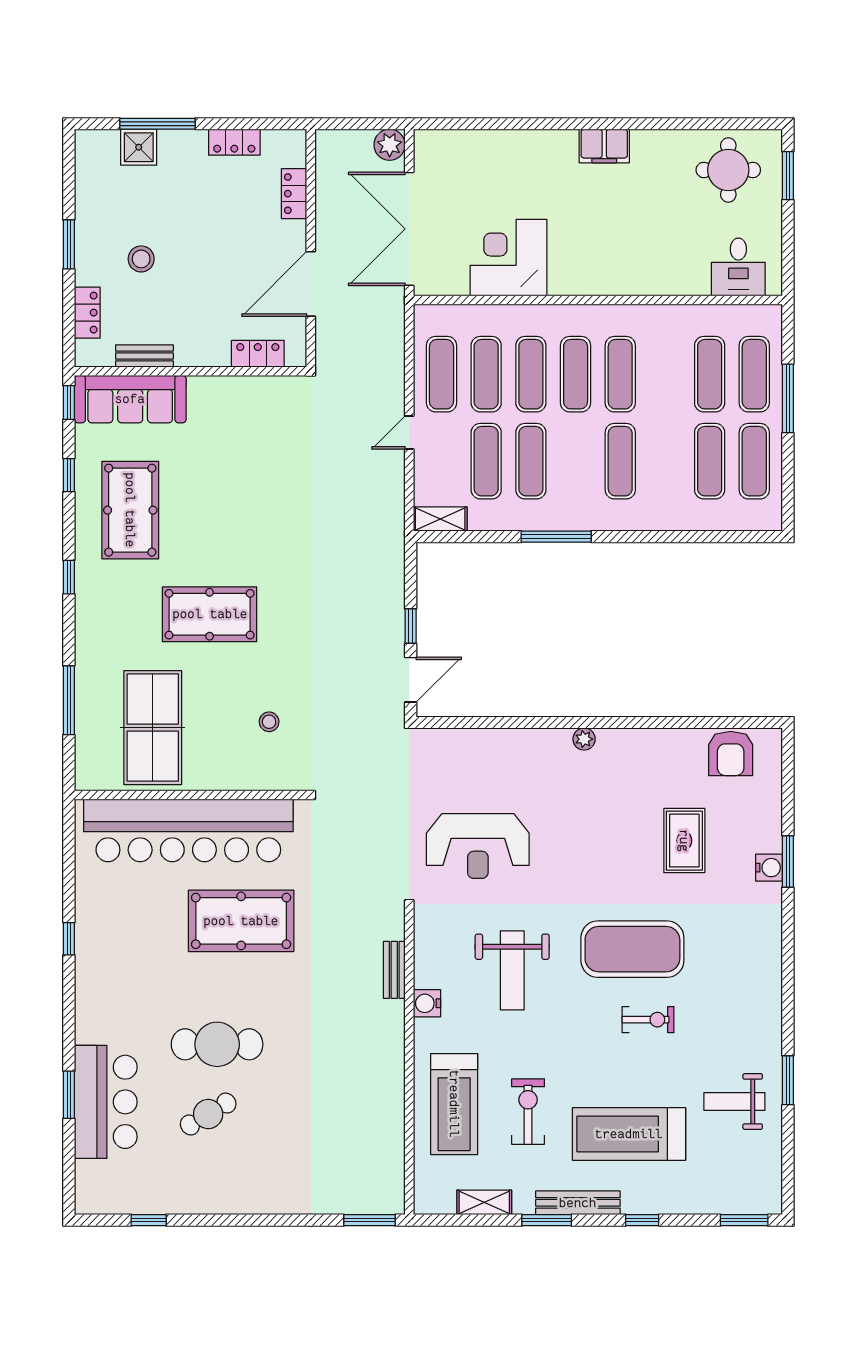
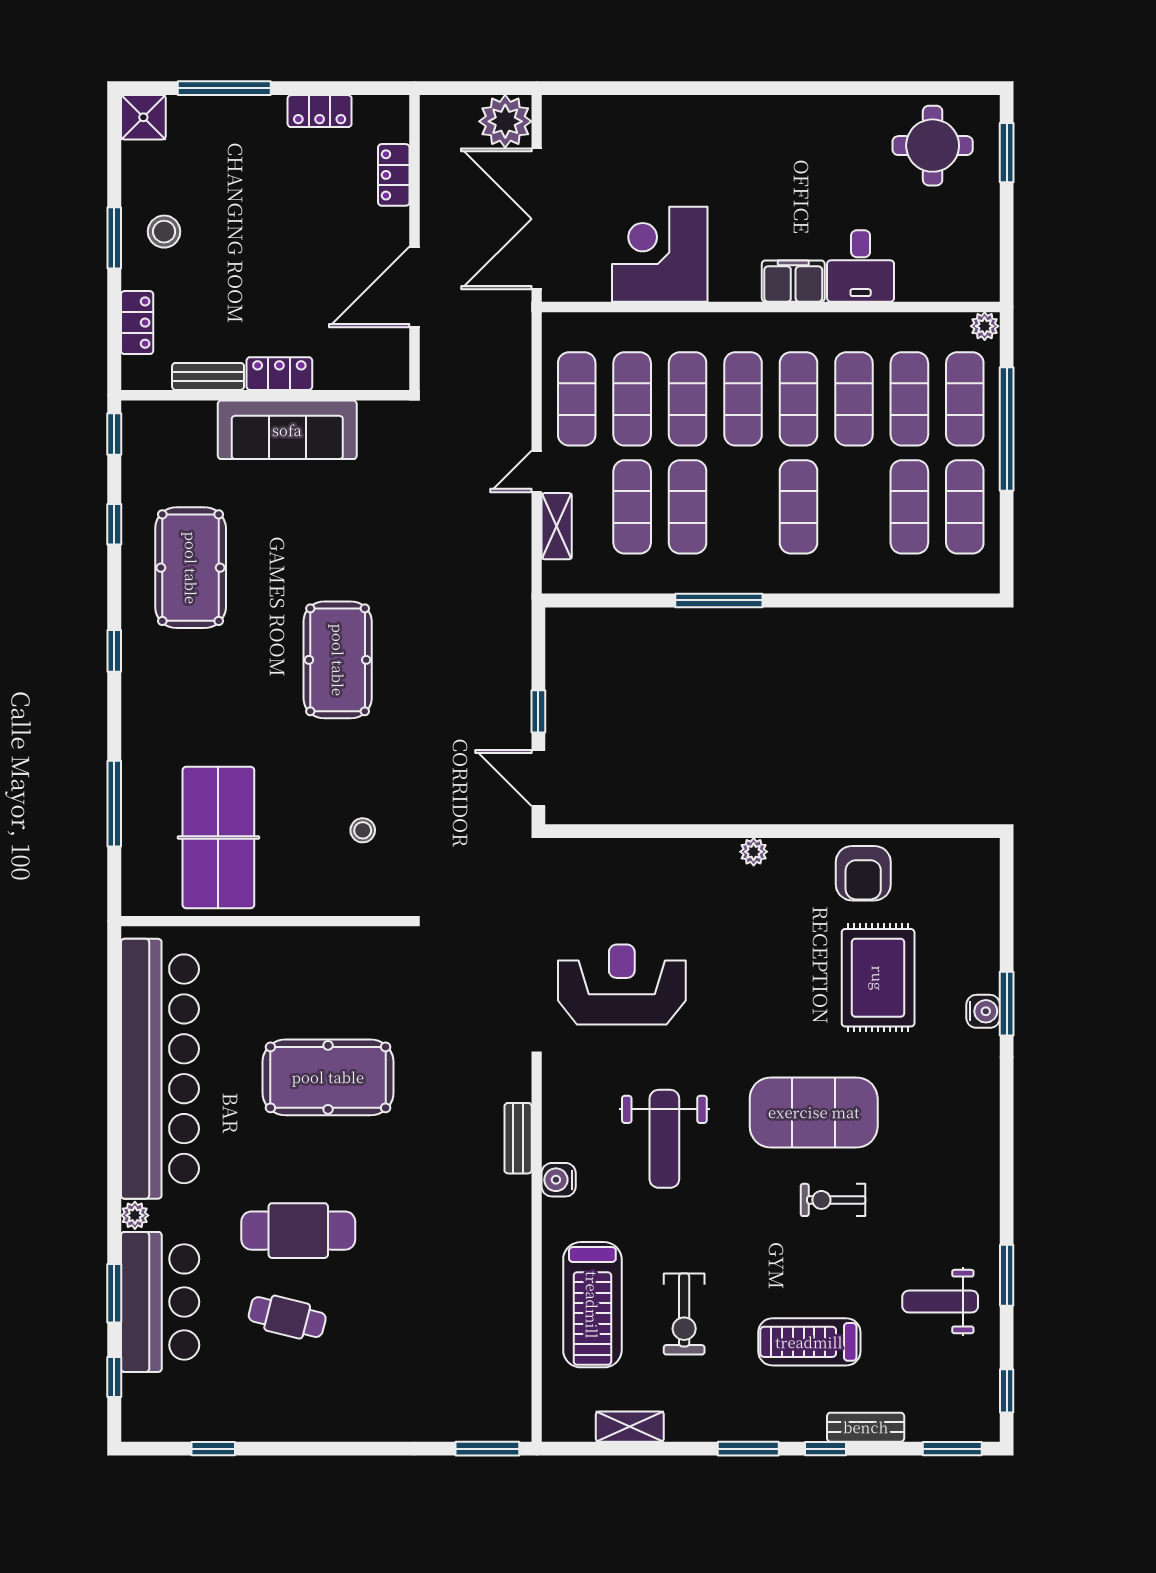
plant: (390, 145) -> (505, 121), width x1.36, depth x1.36
filing cabinet: (604, 146) -> (793, 281), moved, turned 180
shower: (139, 147) -> (143, 117), moved
stool: (141, 259) -> (164, 232), moved
desk: (738, 267) -> (861, 266), moved
plant: (770, 315) -> (985, 326), added
locker: (258, 354) -> (279, 374), moved
exercise mat: (665, 374) -> (854, 399), added
window: (788, 398) -> (1007, 429), width x1.46
sofa: (130, 399) -> (287, 430), moved
shelving: (440, 519) -> (557, 526), moved, turned 90
pool table: (210, 614) -> (338, 660), moved, turned 90
door: (411, 680) -> (538, 778), swing flipped
armchair: (731, 753) -> (863, 873), moved
bar counter: (188, 830) -> (160, 1069), moved, turned -90
rug: (684, 841) -> (878, 978), width x1.36, depth x1.43
reception desk: (478, 846) -> (622, 985), turned 180
window: (69, 939) -> (114, 1377), moved
exercise bike: (648, 1020) -> (833, 1200), turned 180
plant: (85, 1032) -> (135, 1215), added
exercise bike: (528, 1112) -> (684, 1314), turned 180
cafe table: (208, 1114) -> (287, 1317), turned 45
treadmill: (629, 1134) -> (809, 1342), width x0.73, depth x0.73
window: (788, 1174) -> (1007, 1391), added
bench: (578, 1203) -> (866, 1427), moved, width x0.73
window: (547, 1220) -> (748, 1449), moved

